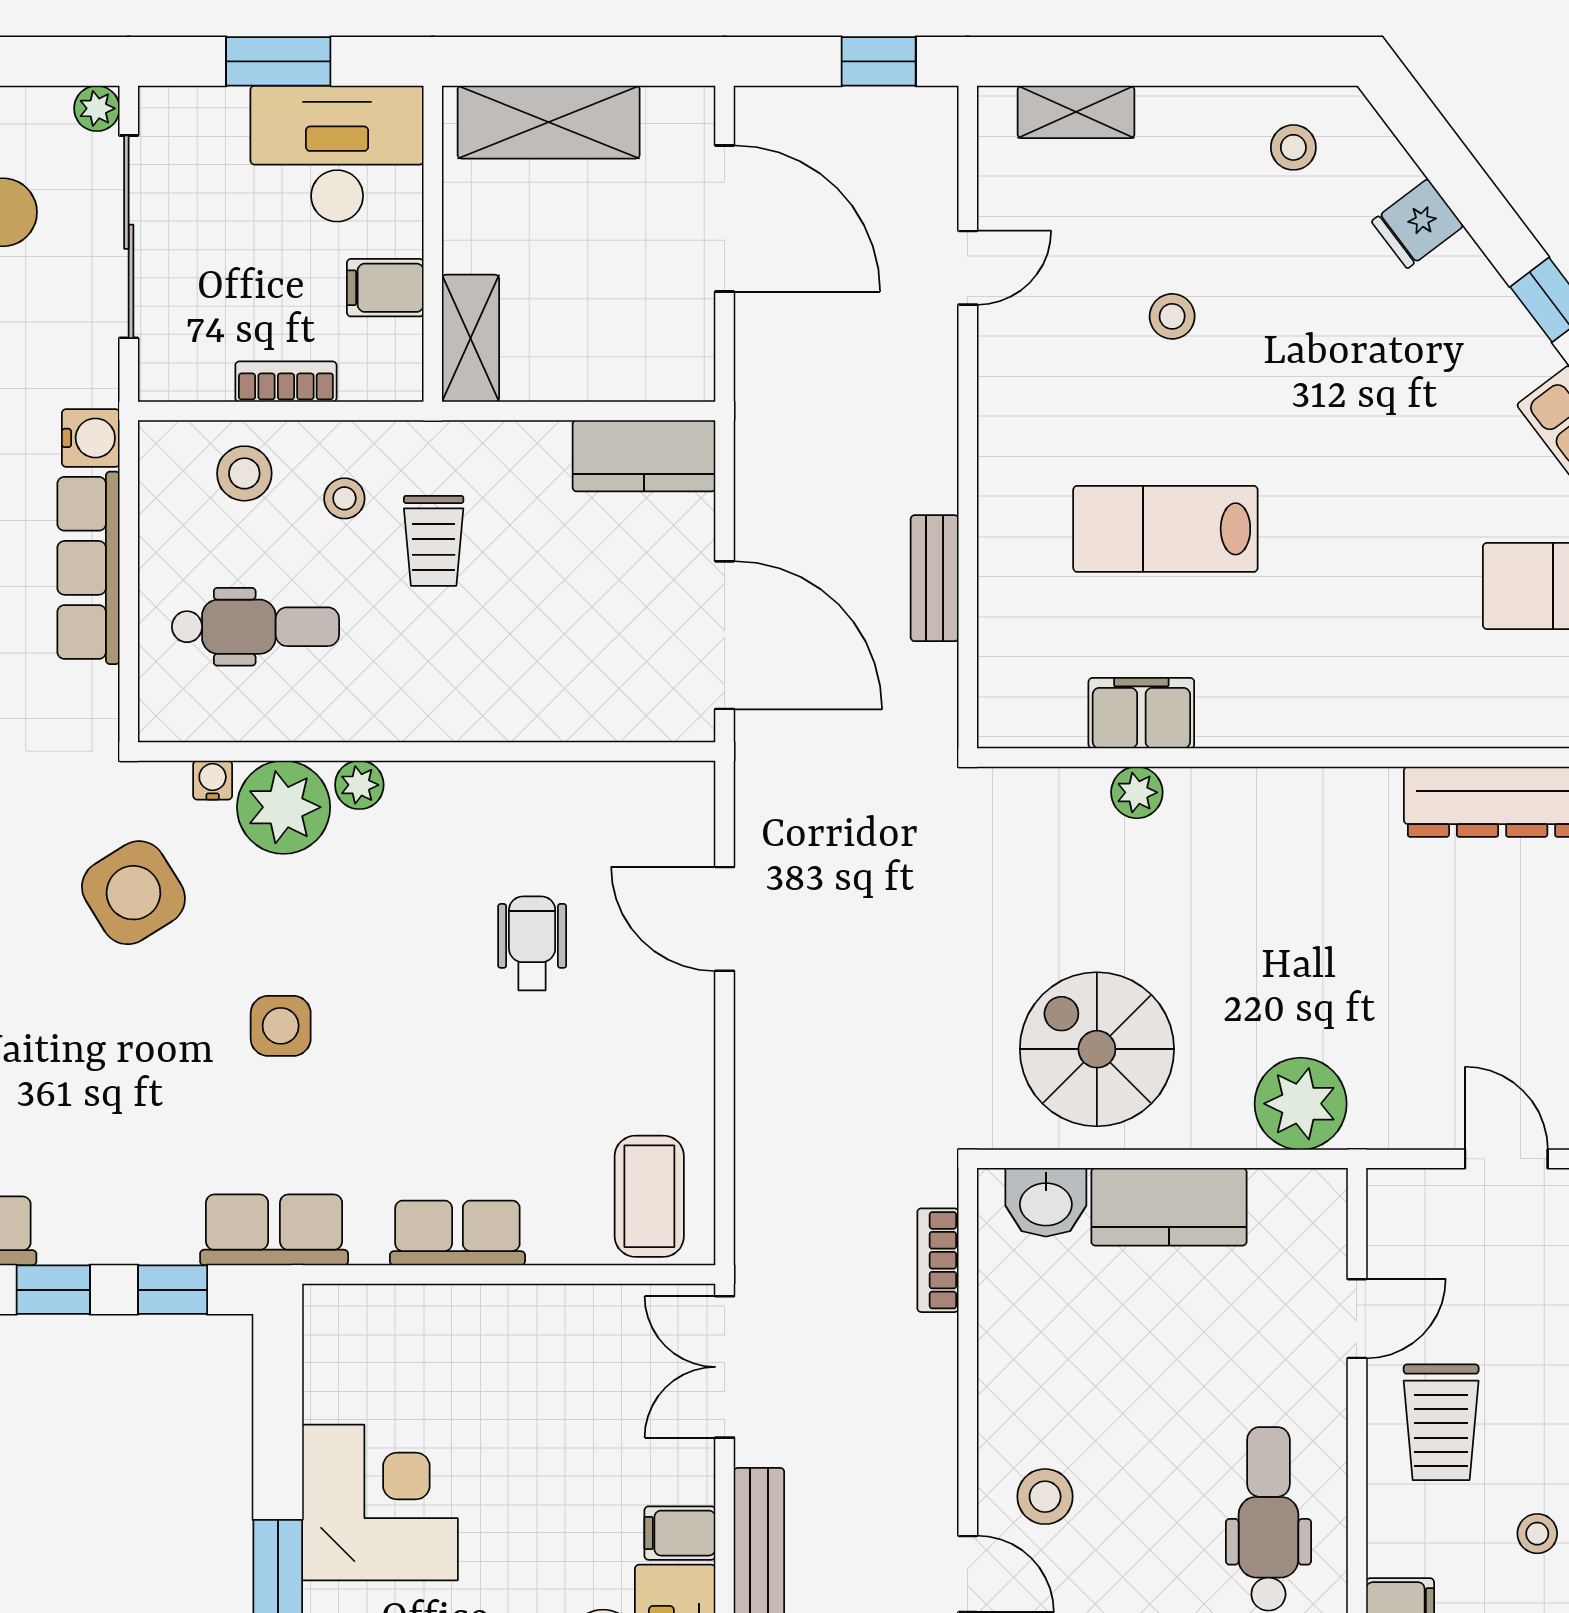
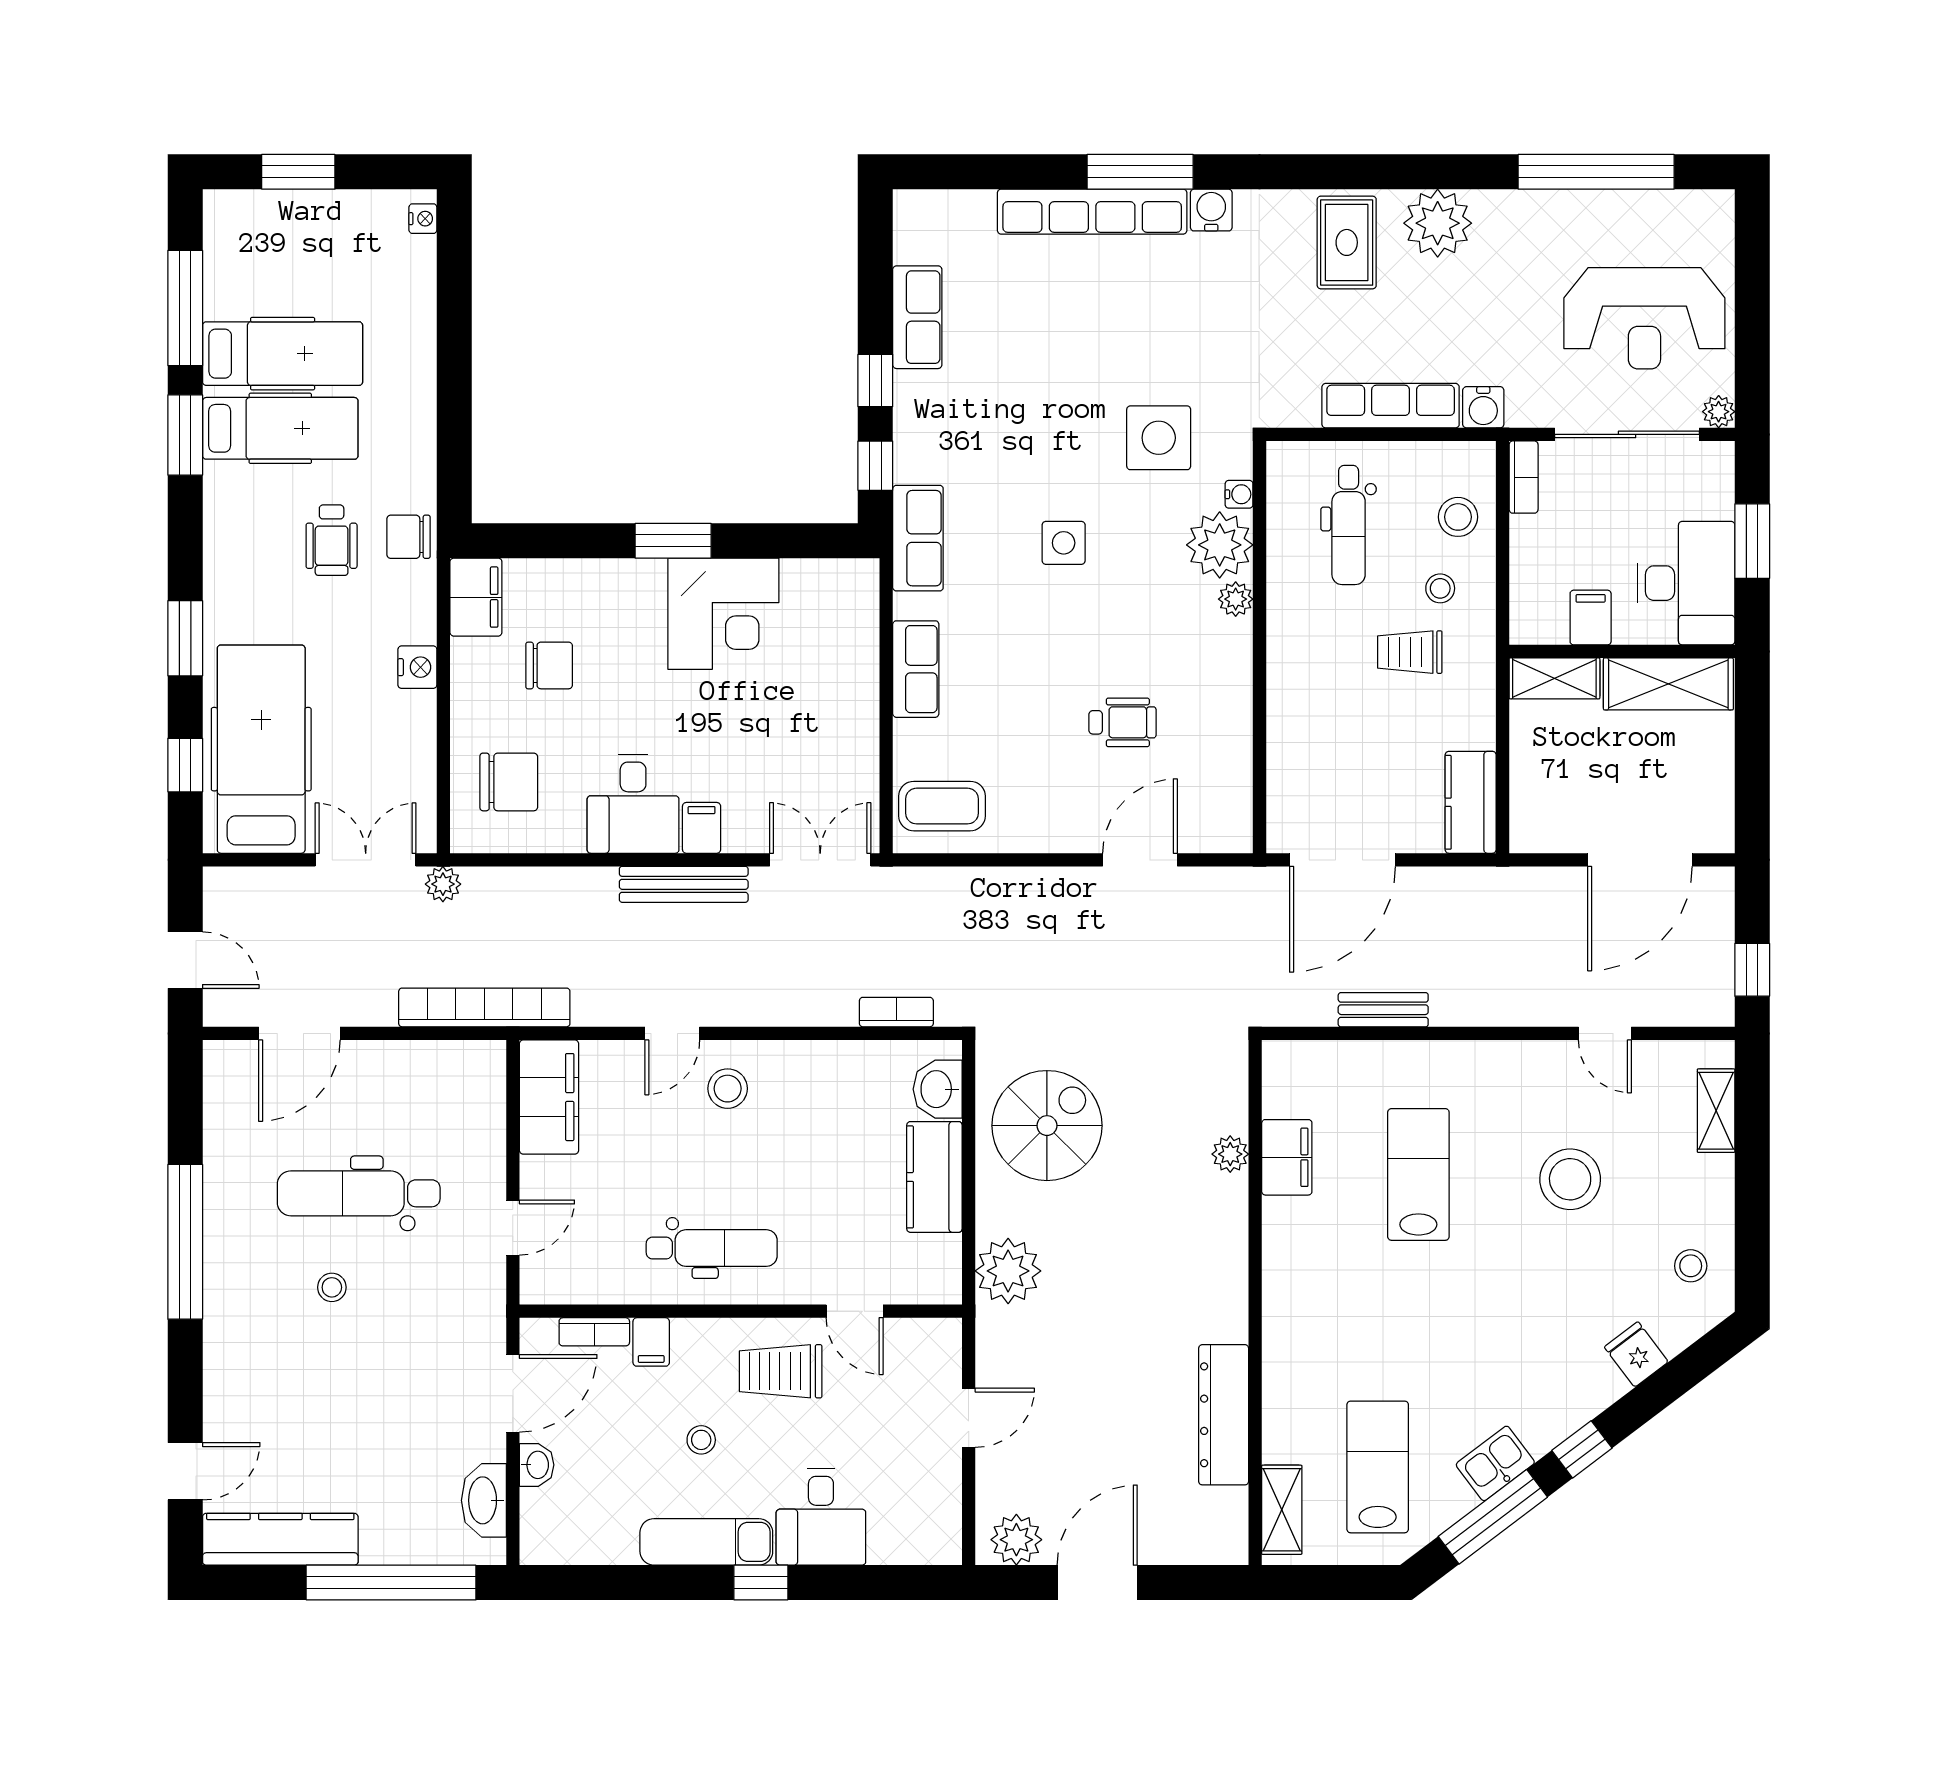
shelving: (549, 122) -> (1668, 684), moved, turned 90
stool: (1172, 316) -> (1570, 1179), width x1.89, depth x1.89
bookcase: (286, 382) -> (1524, 477), moved
side table: (133, 893) -> (1159, 438), turned 32

